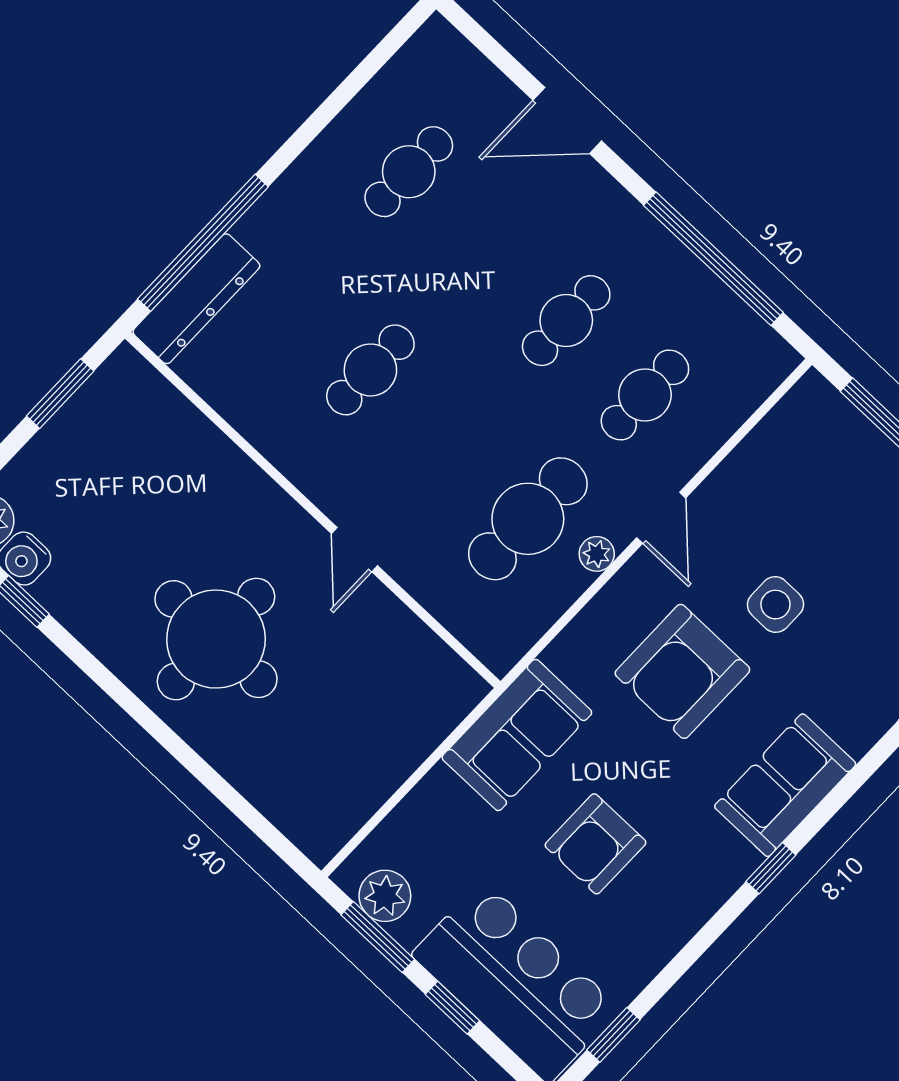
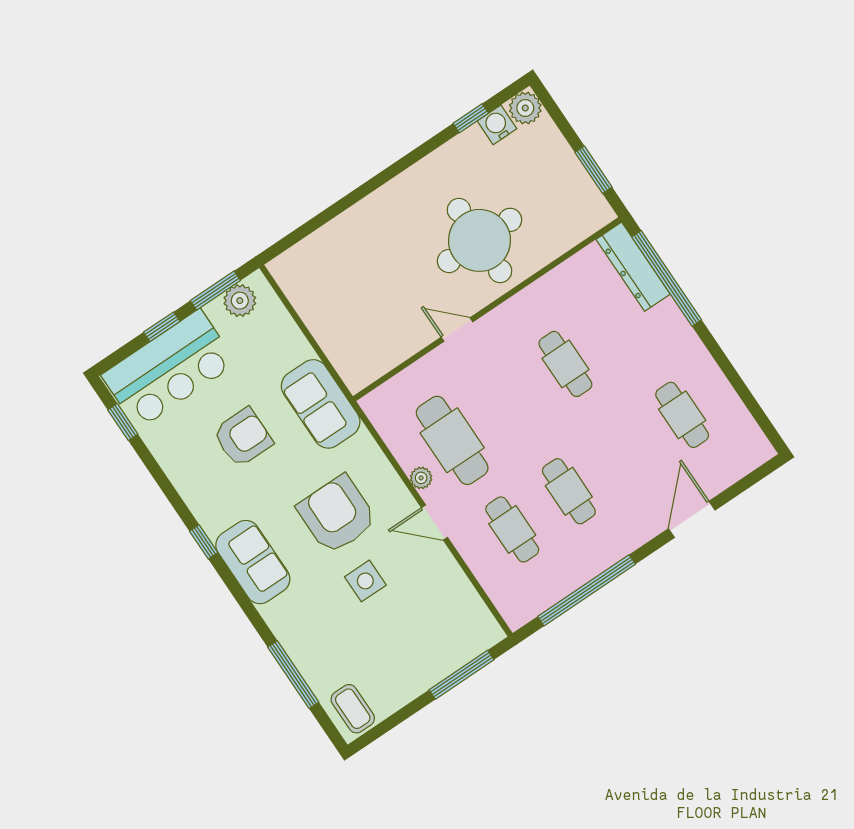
round table: (216, 639) -> (480, 240), moved
armchair: (595, 844) -> (243, 437), turned 90

